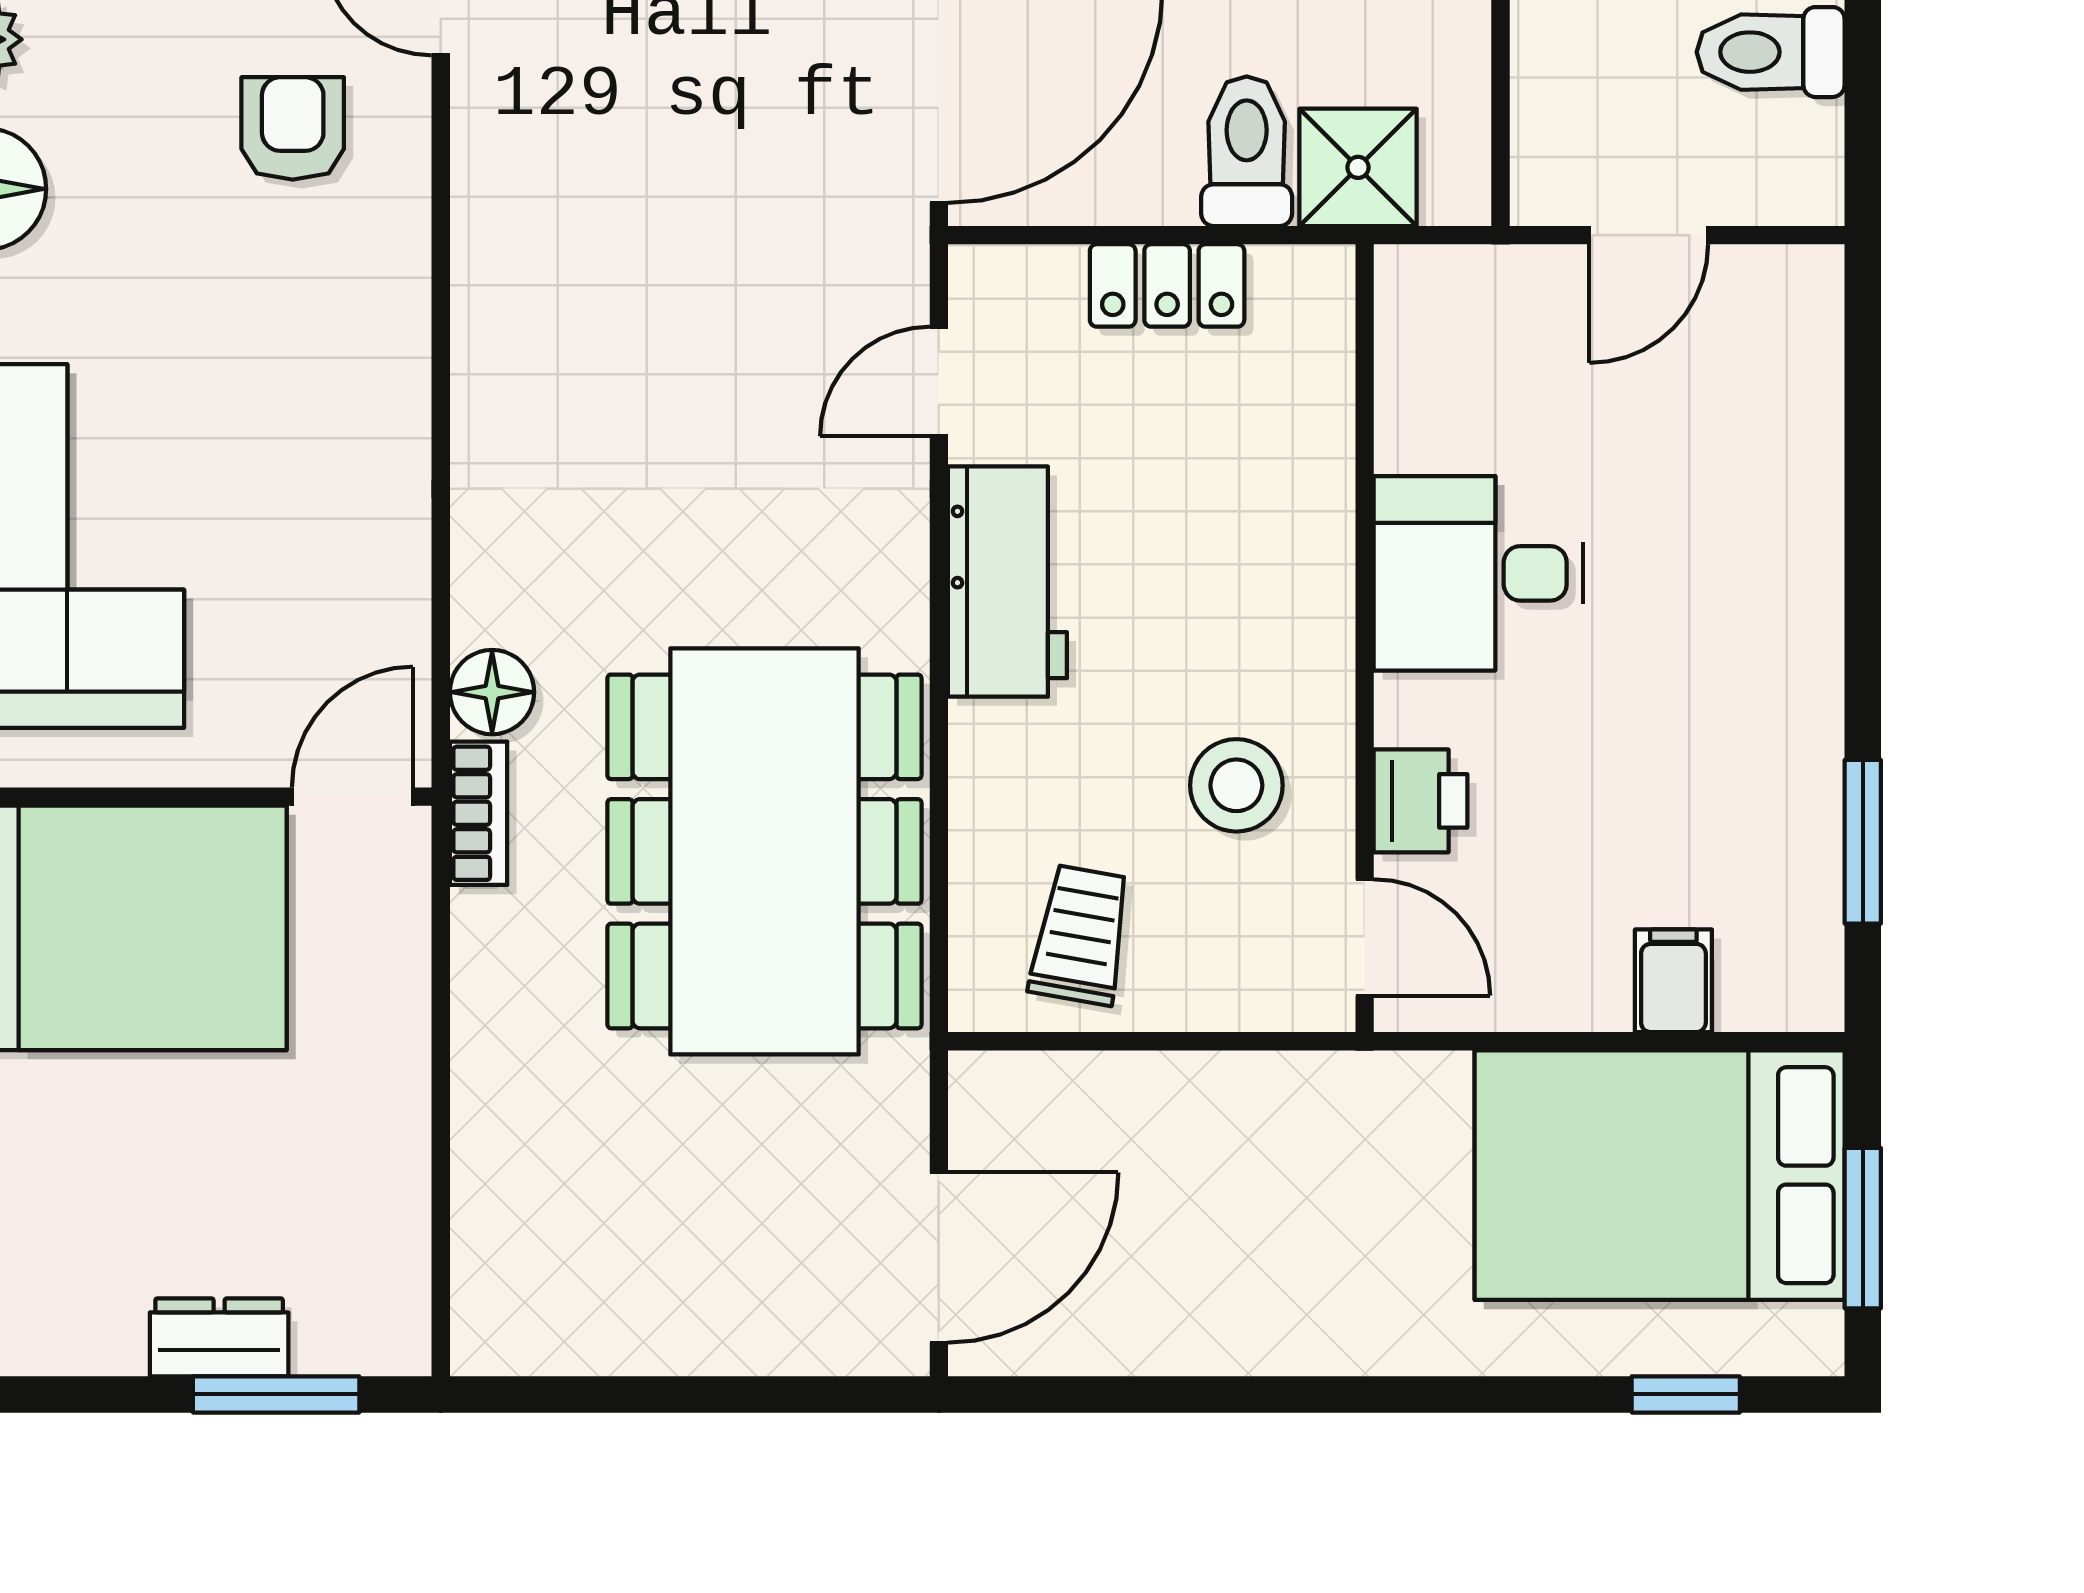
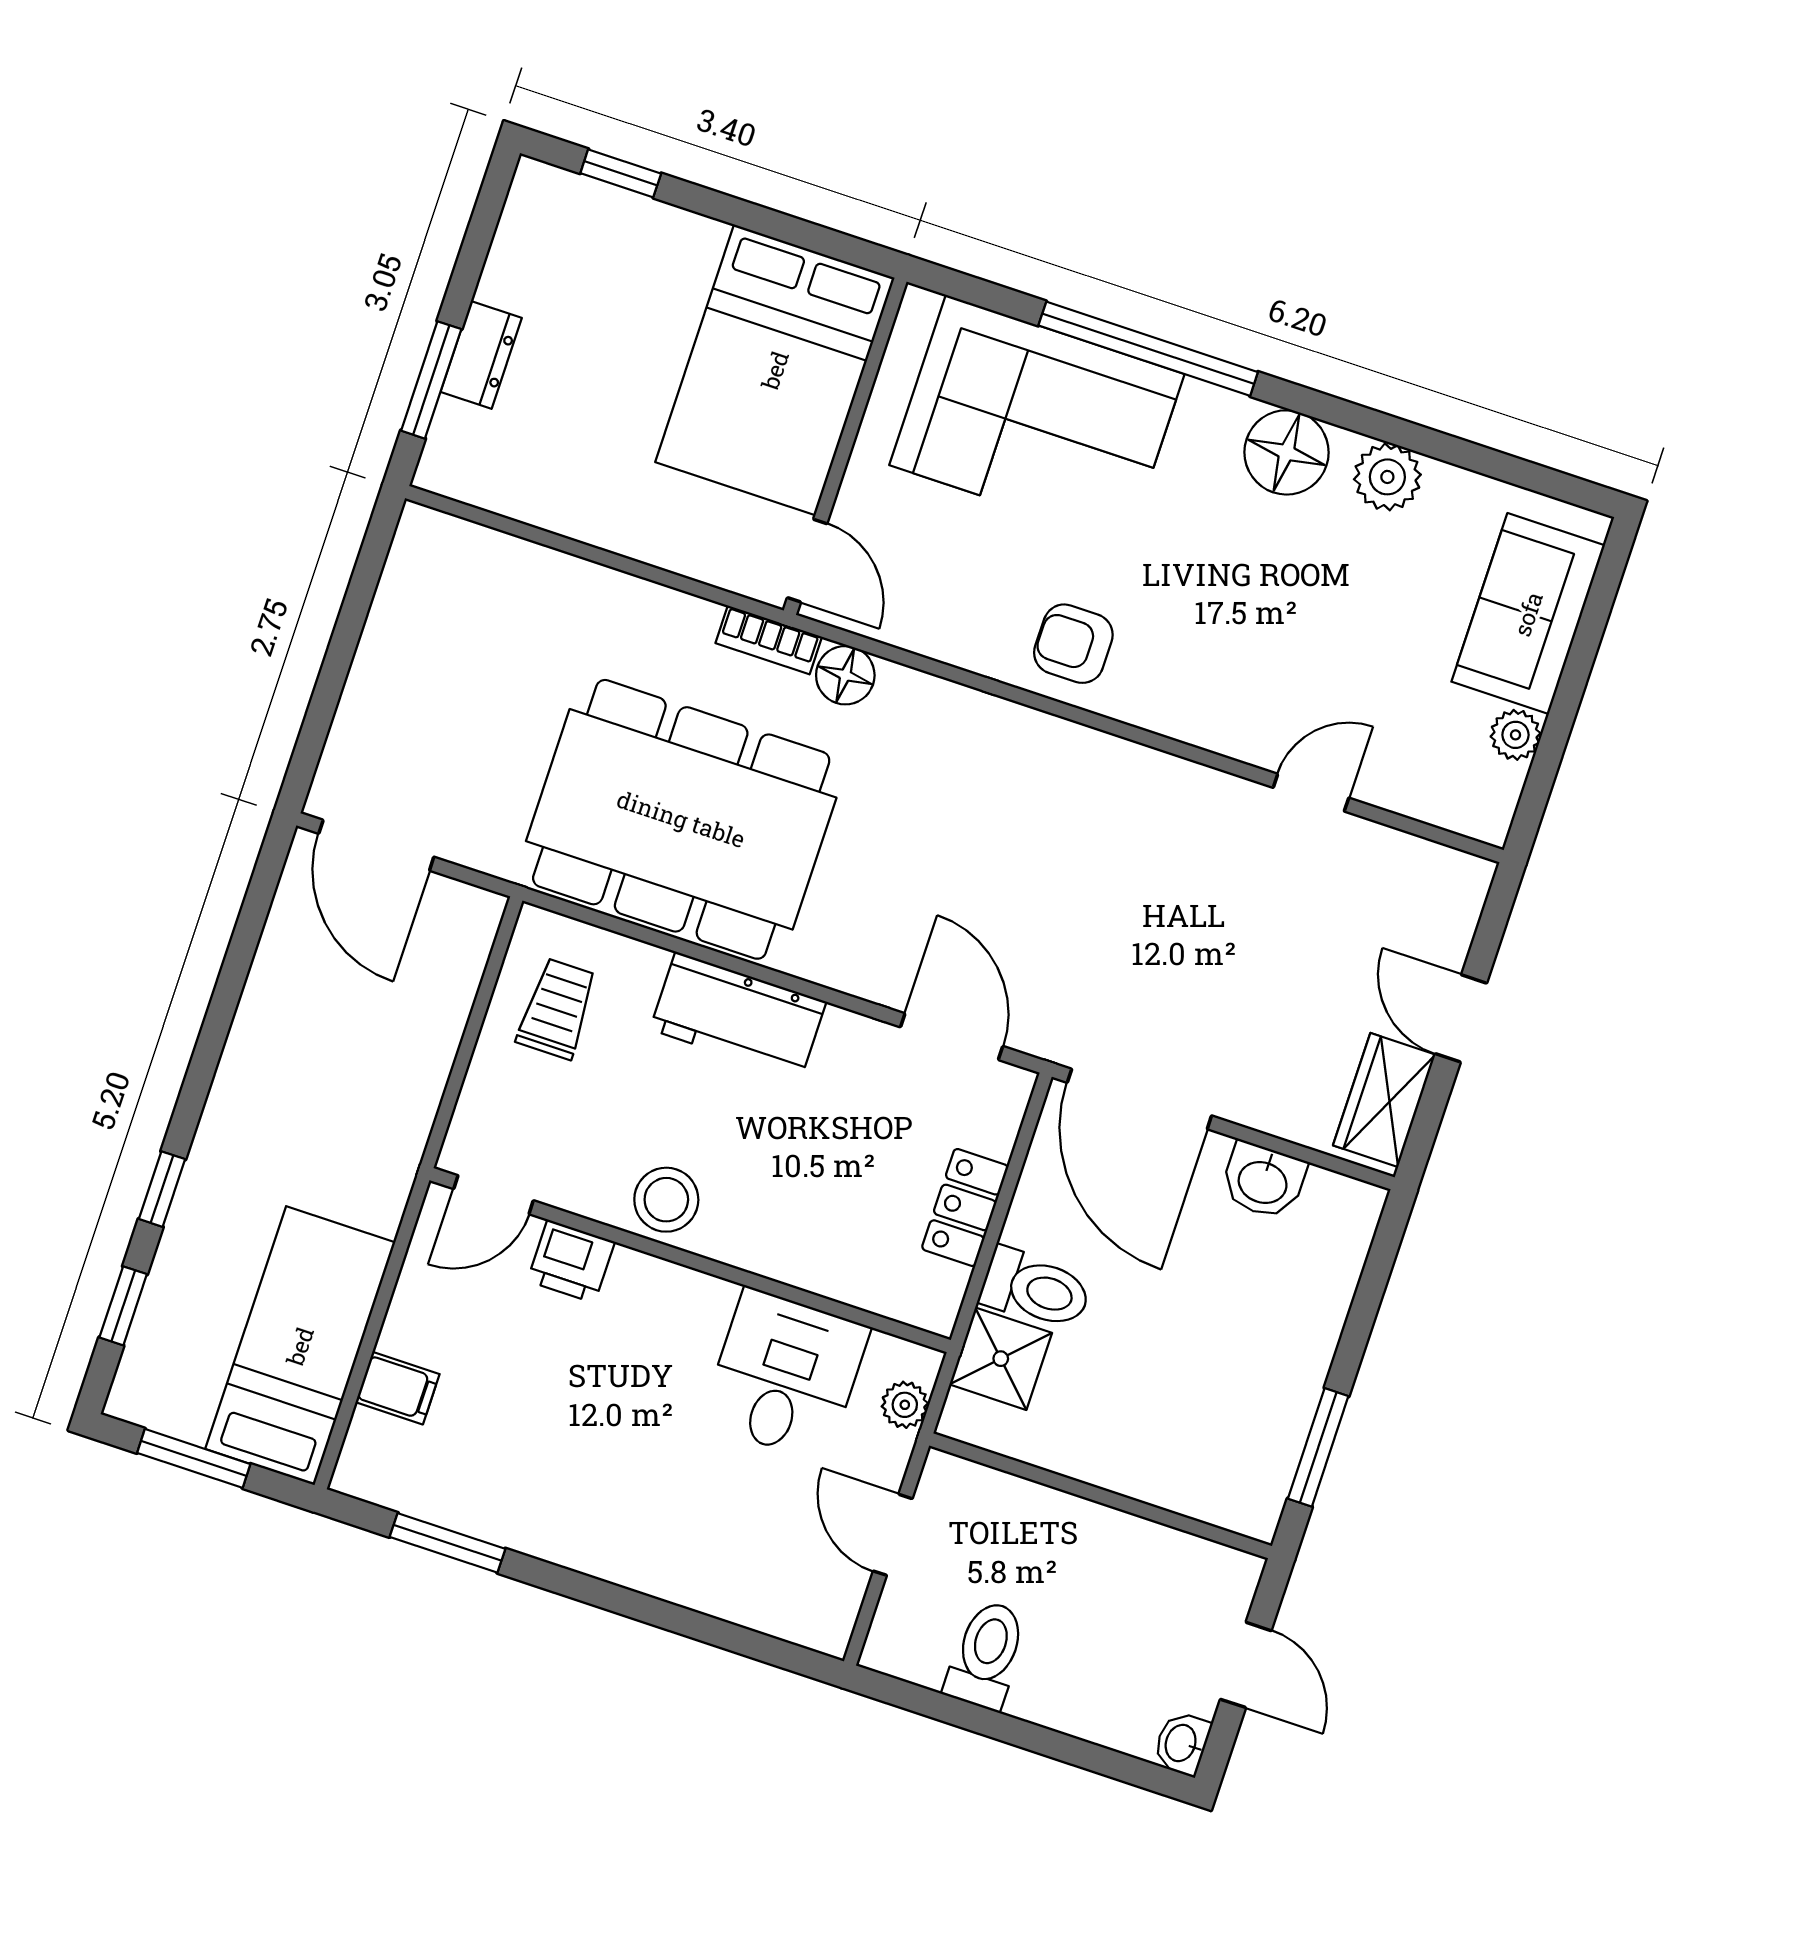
armchair: (293, 128) -> (1073, 644), moved, turned 180
plant: (1465, 278) -> (905, 1405), added
door: (939, 382) -> (952, 1037), width x1.38
desk: (1479, 573) -> (785, 1375), moved
workbench: (1007, 582) -> (738, 1016), moved
stool: (1236, 785) -> (666, 1200), moved
trolley: (1081, 935) -> (557, 1009), turned -100
bed: (1660, 1175) -> (300, 1346), width x0.67
window: (1508, 1394) -> (162, 1189), added

